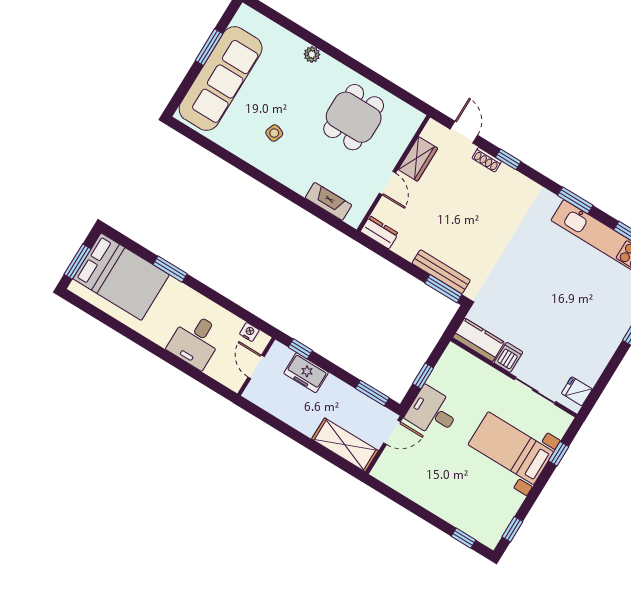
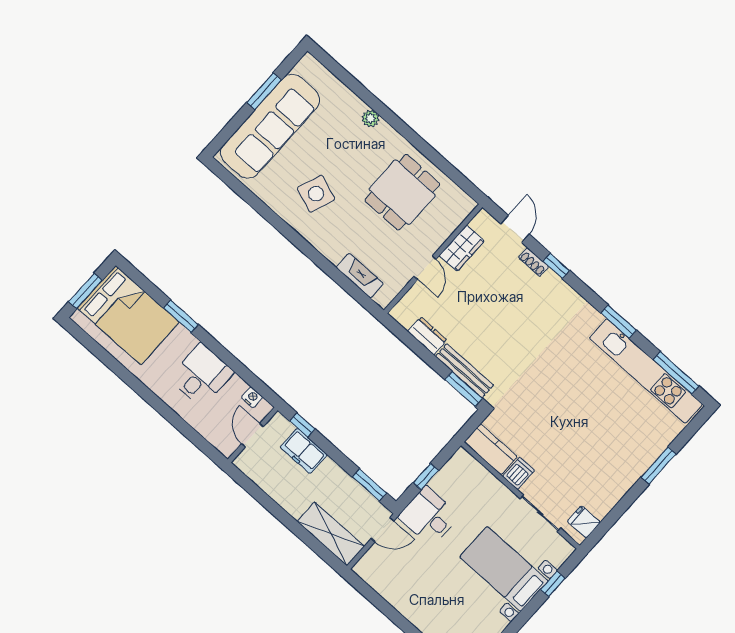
side table: (274, 133) -> (316, 194), width x1.87, depth x1.87
dresser: (379, 232) -> (427, 336), moved
desk: (196, 341) -> (201, 375), moved, turned 180

